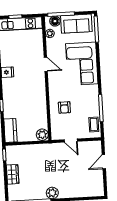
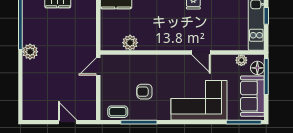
door: (46, 64) -> (201, 53), hinge flipped
armchair: (64, 107) -> (144, 92), moved
plant: (42, 135) -> (130, 43), moved
door: (71, 140) -> (98, 67), moved

